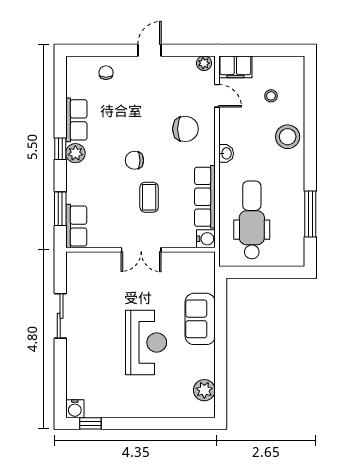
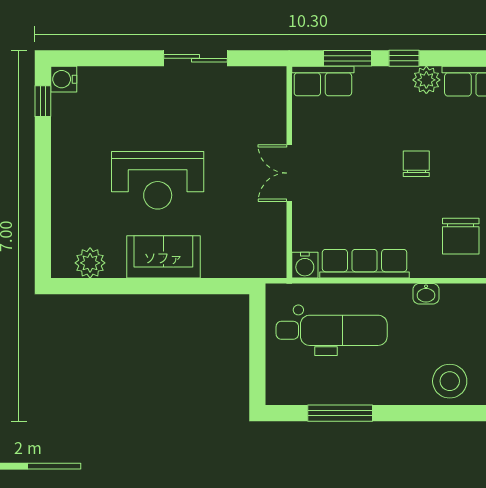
window: (60, 149) -> (404, 58), moved
coffee table: (149, 197) -> (364, 184), removed
sofa: (200, 319) -> (163, 257), moved

